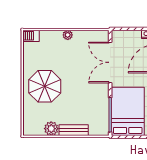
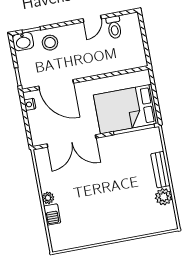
barbecue: (31, 36) -> (52, 214), moved
parasol: (45, 86) -> (115, 214), removed

